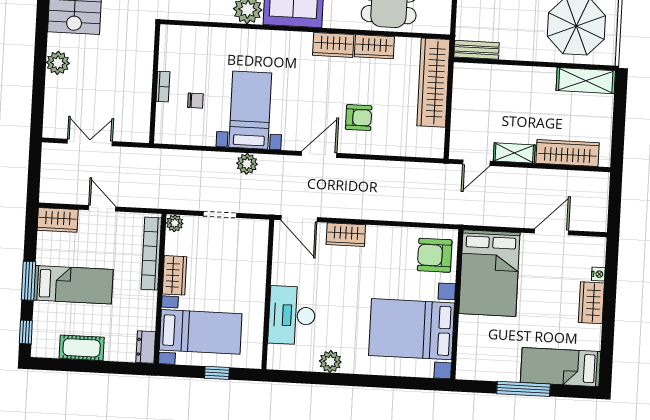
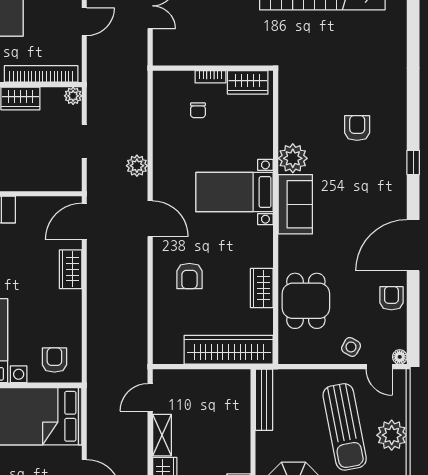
wardrobe: (333, 45) -> (248, 82), moved, turned -90
bench: (477, 50) -> (264, 400), width x1.36
bed with nightstands: (250, 110) -> (234, 192), moved, turned 180
door: (319, 154) -> (150, 219), moved
door: (476, 163) -> (150, 397), hinge flipped
armchair: (435, 255) -> (54, 360), width x0.72, depth x0.72

